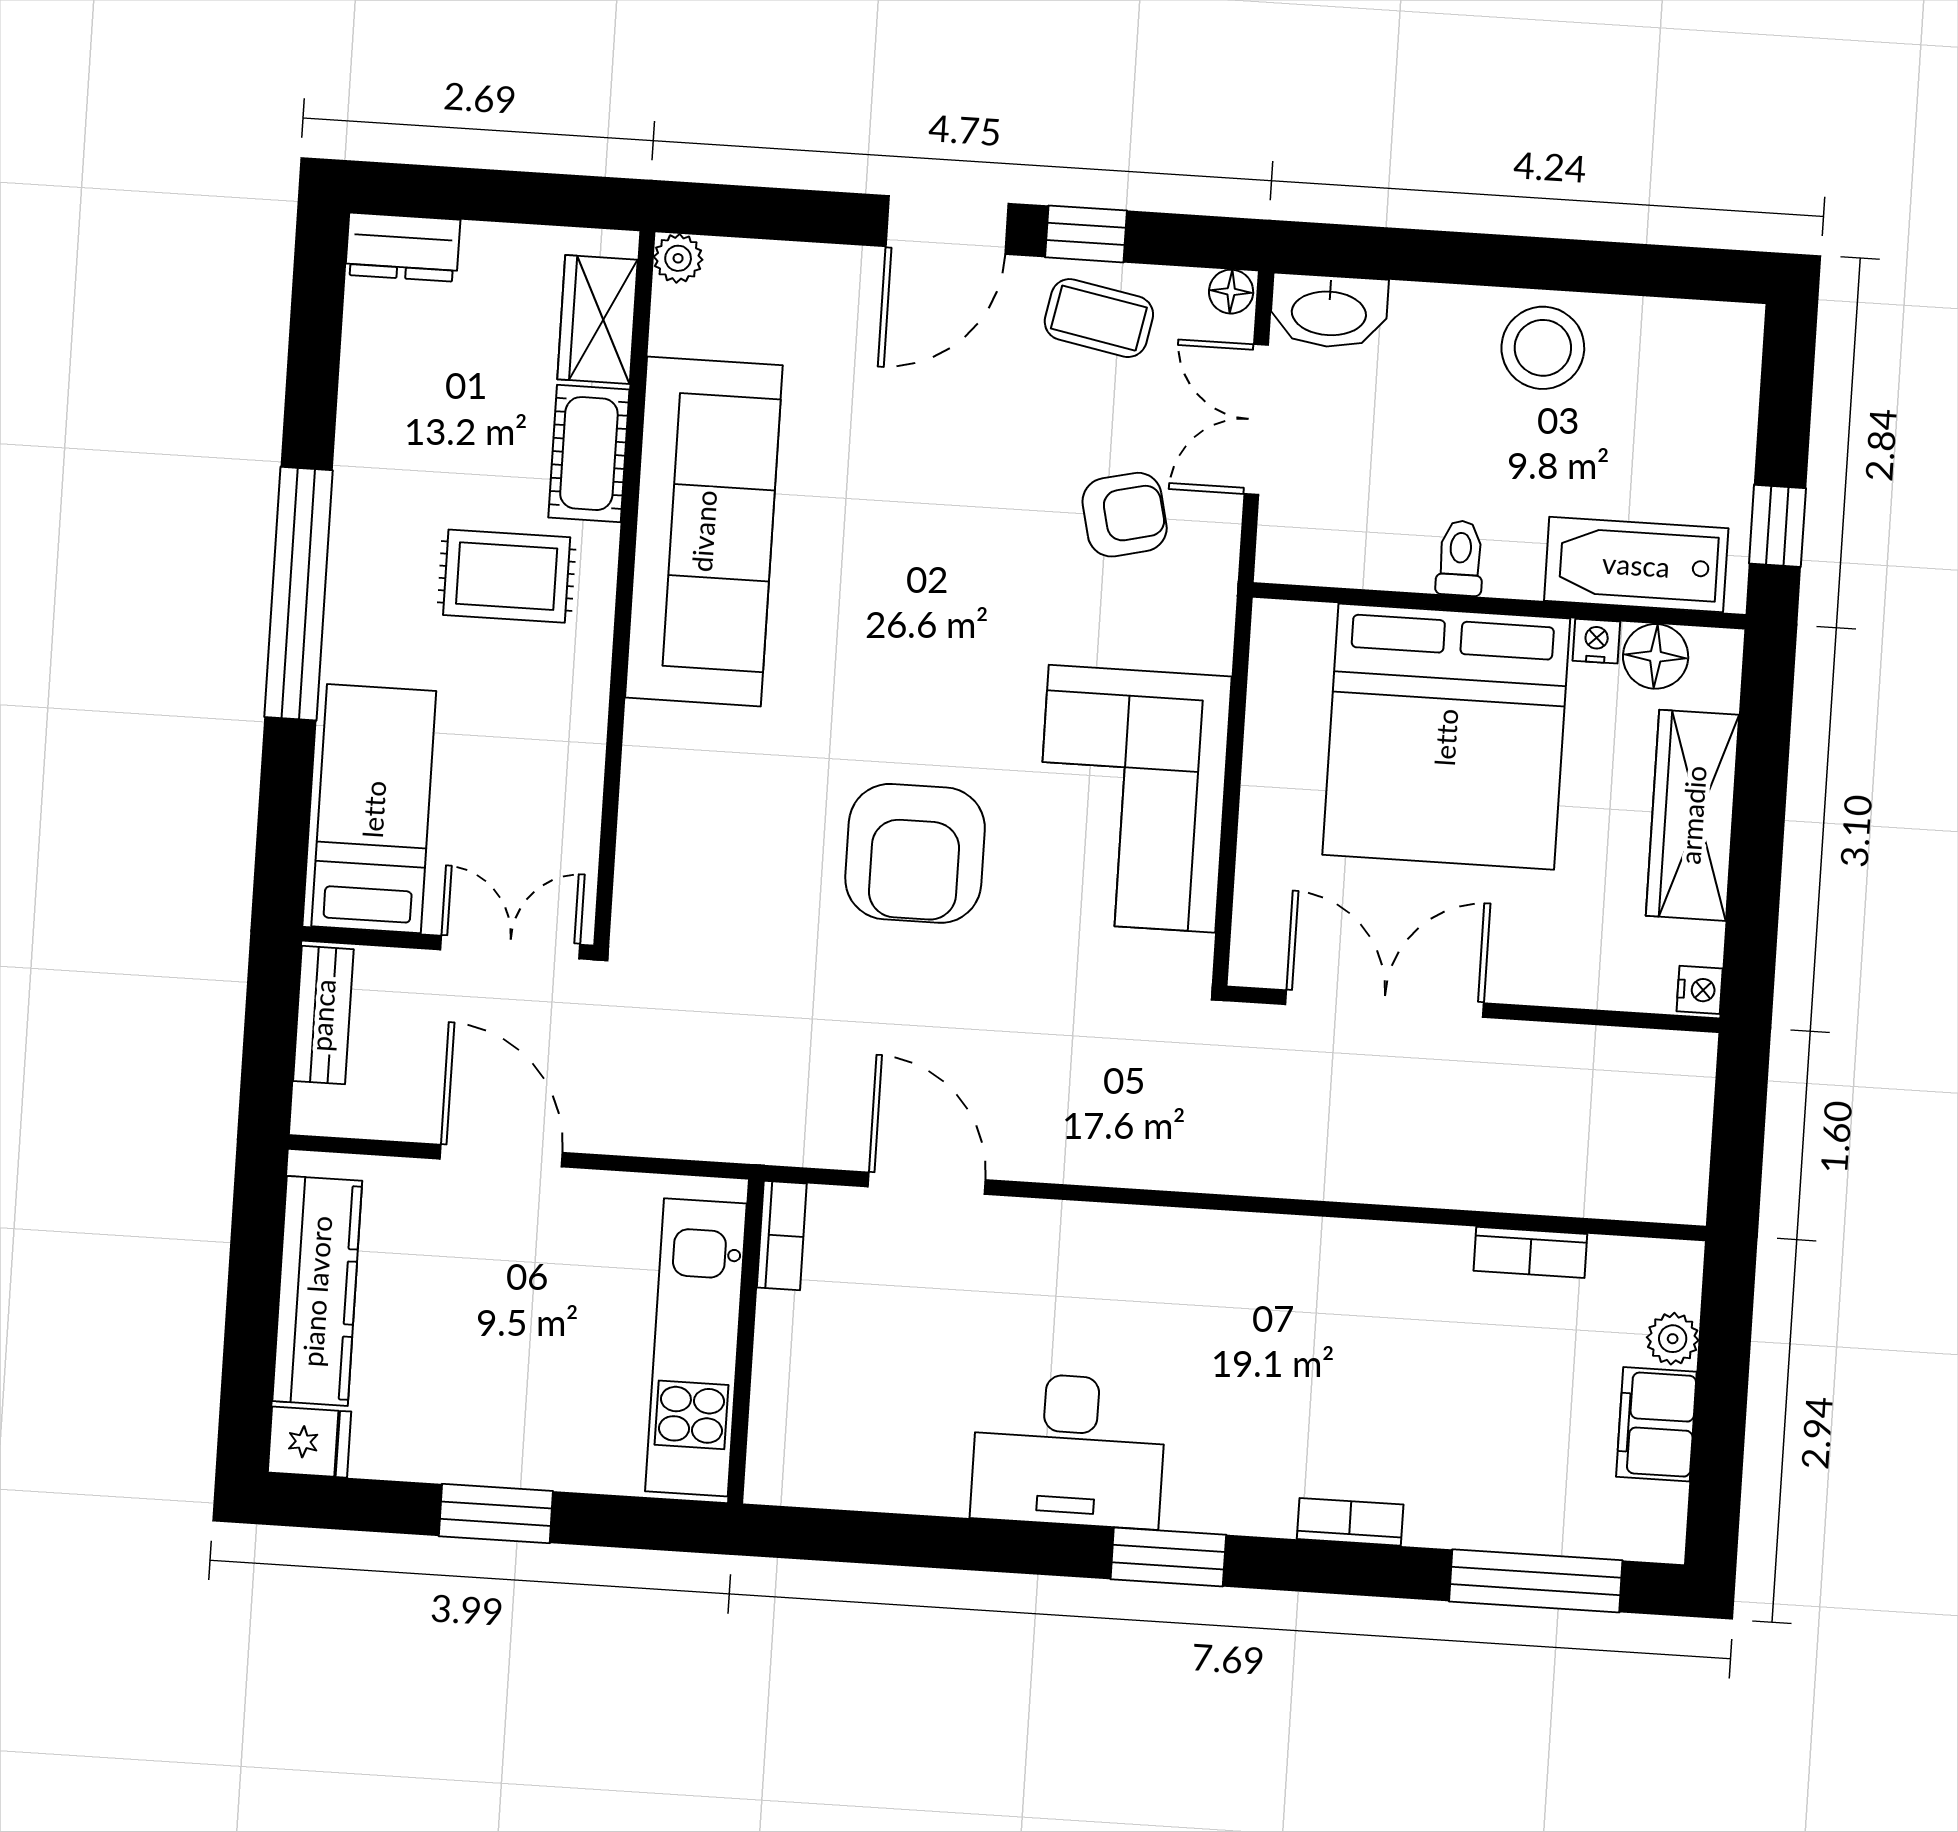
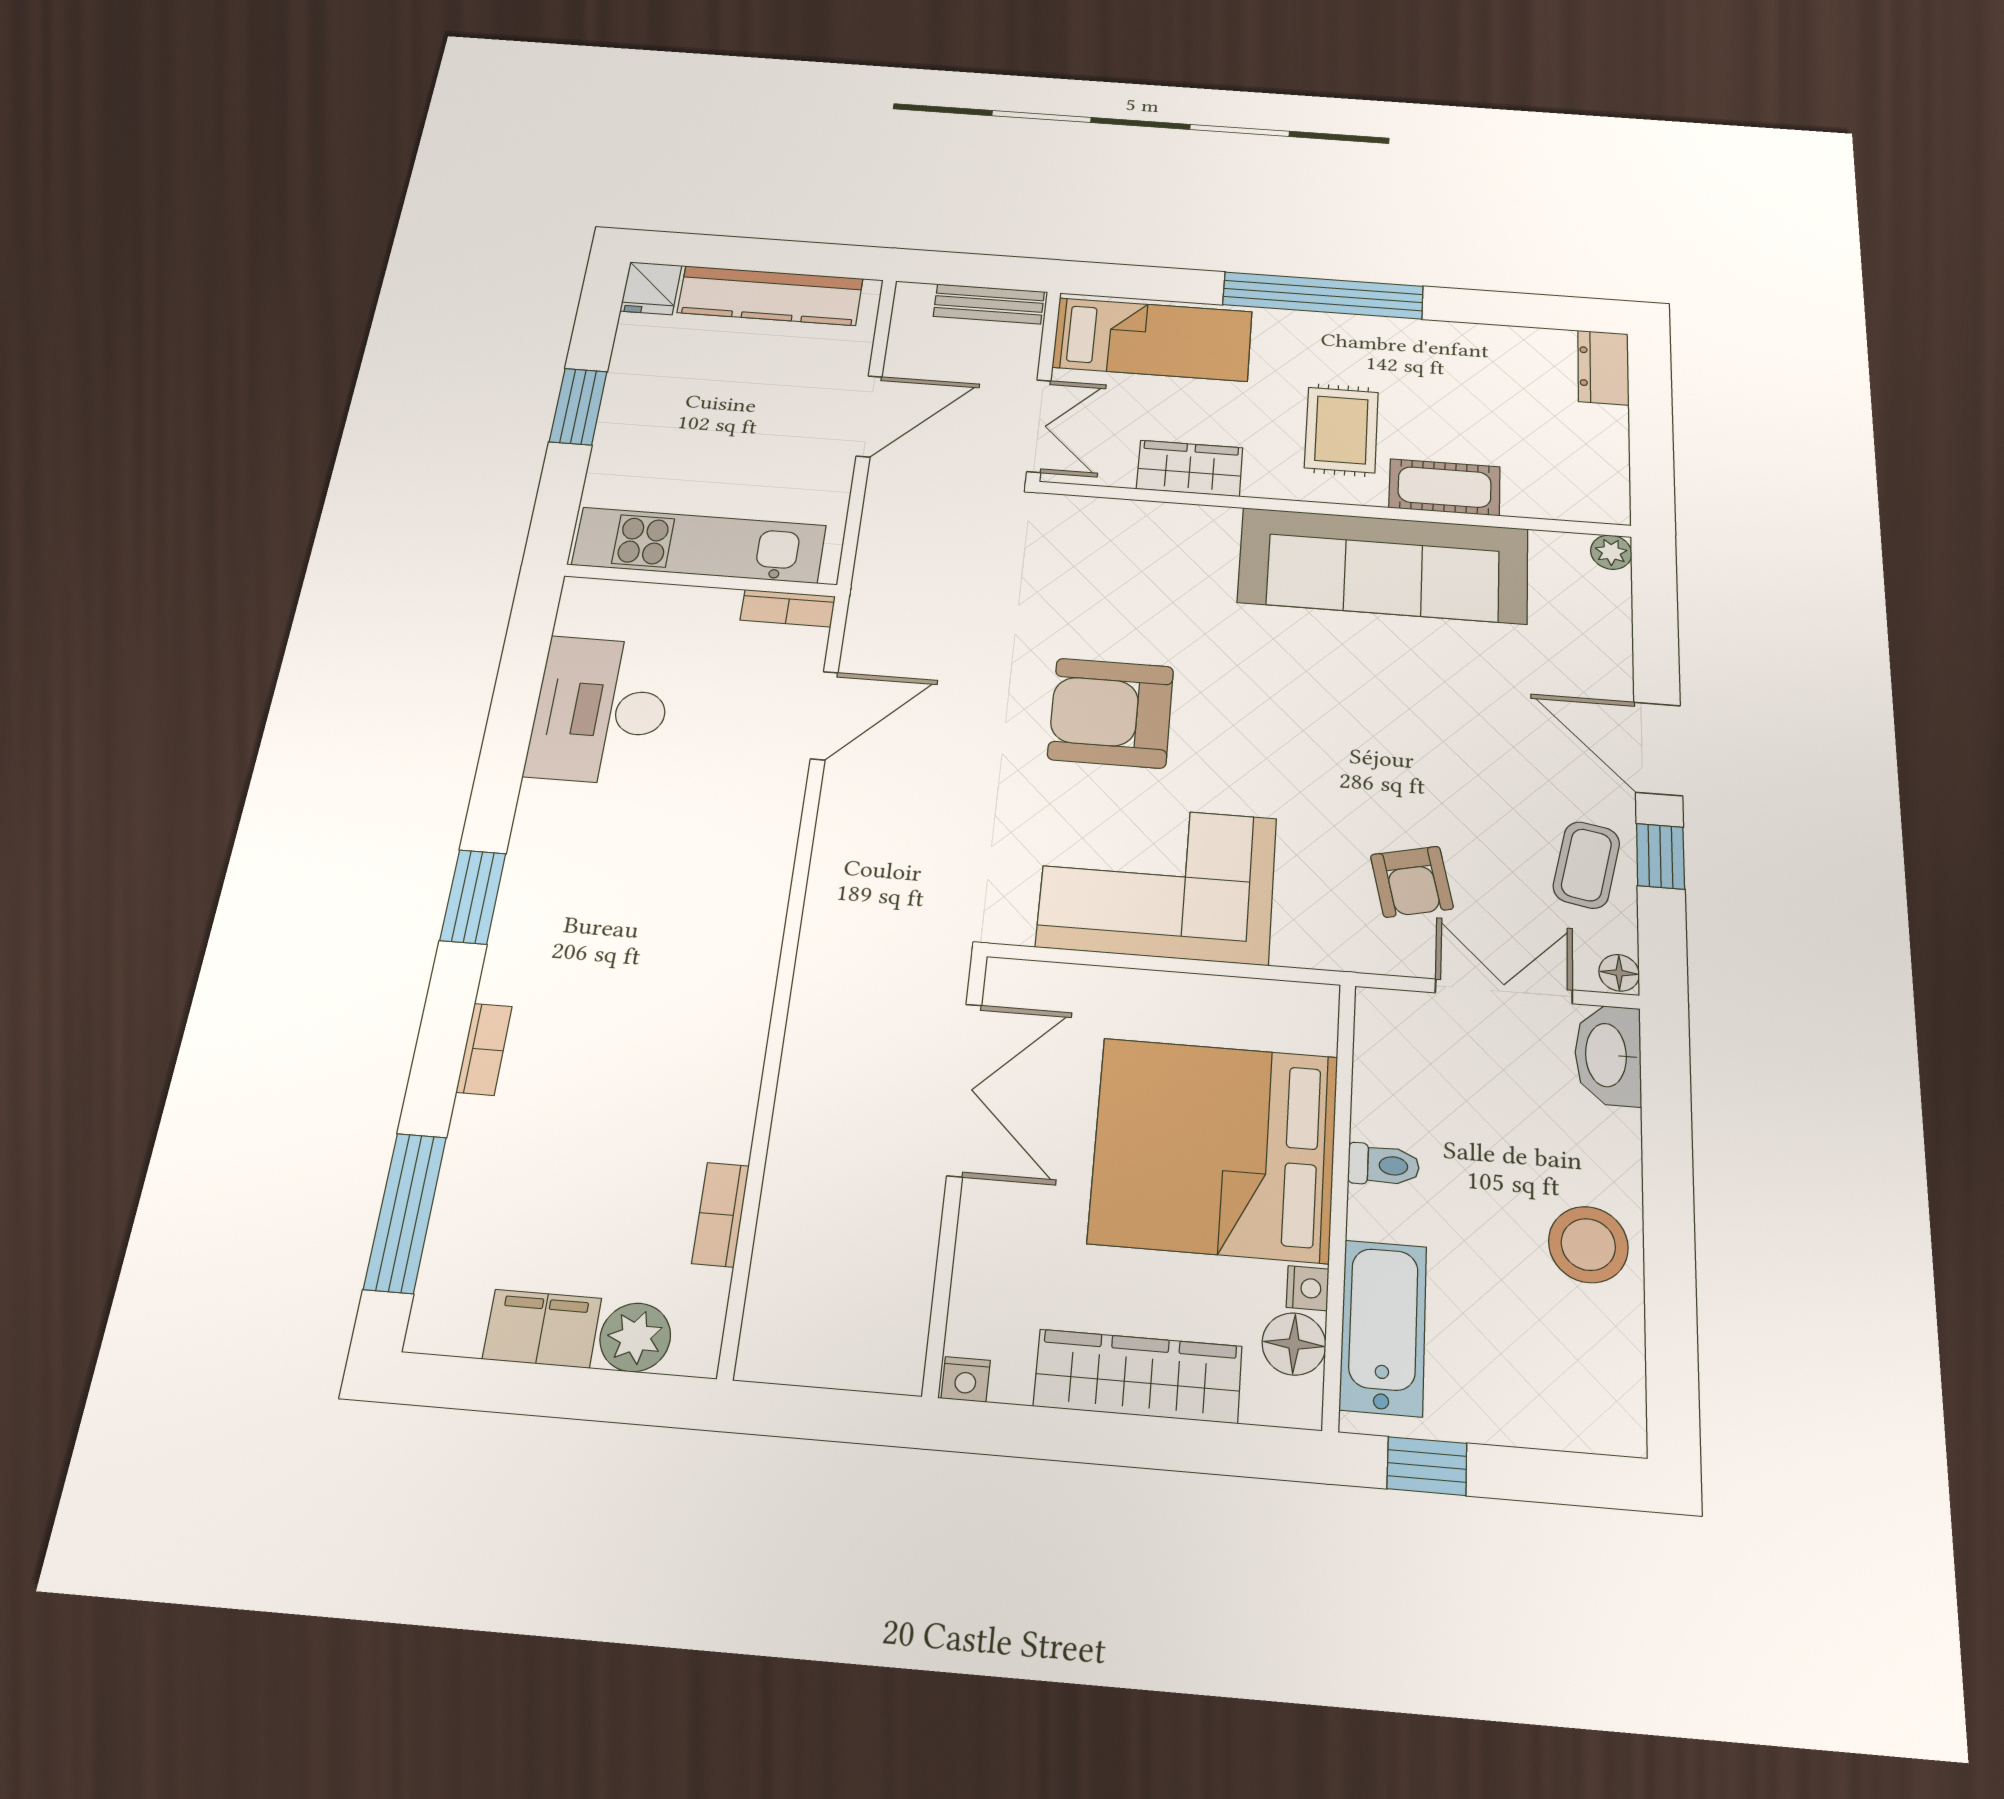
wardrobe: (598, 320) -> (1190, 468), moved
plant: (1673, 1339) -> (635, 1337), width x1.38, depth x1.38
desk: (1069, 1450) -> (601, 710), moved

